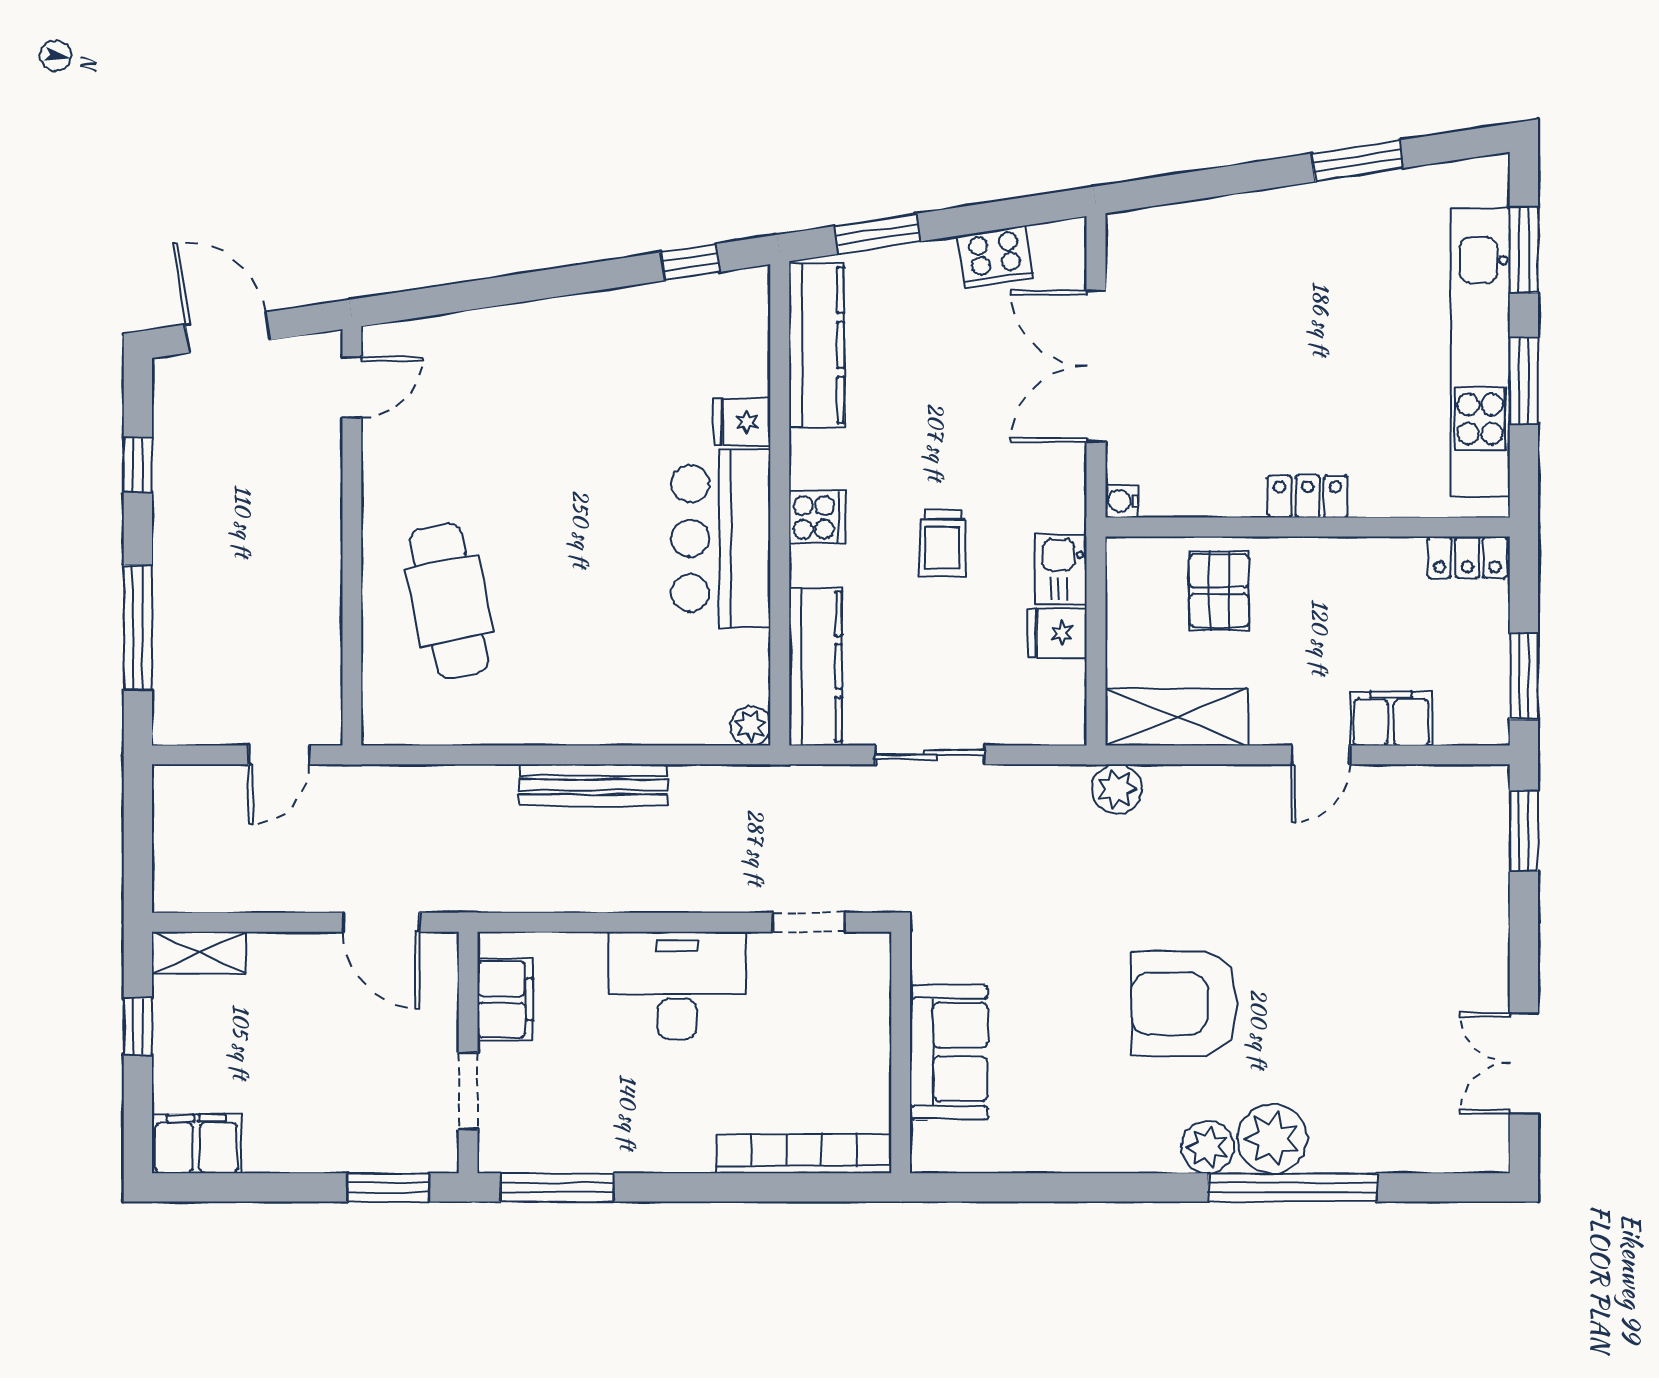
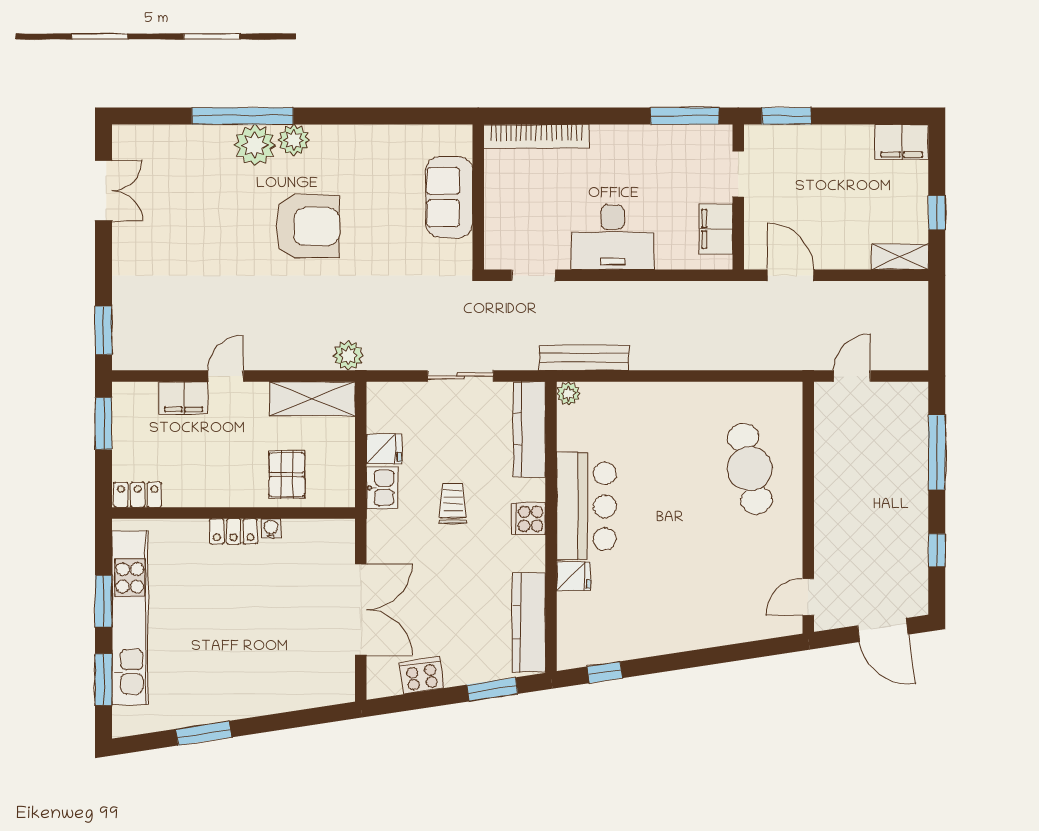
water cooler: (1122, 501) -> (271, 528), moved, turned -90
bench: (593, 785) -> (584, 358), moved

